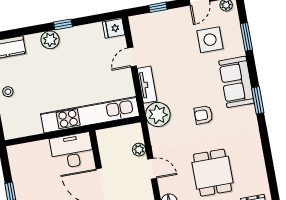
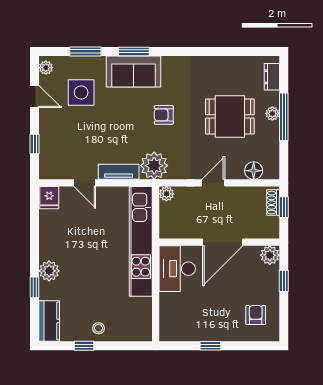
window: (63, 24) -> (35, 287), moved
window: (258, 100) -> (134, 51), moved
armchair: (203, 115) -> (164, 115), turned 90
plant: (139, 150) -> (166, 194), moved

